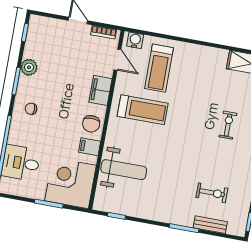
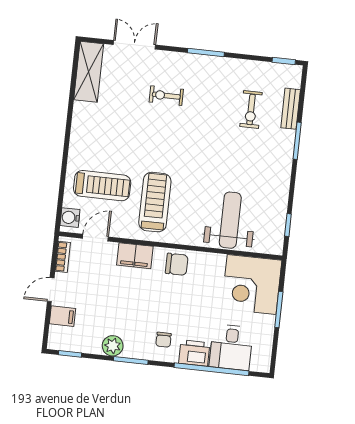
printer: (18, 133) -> (194, 353), added
filing cabinet: (90, 147) -> (62, 316), moved, turned -90
exercise bike: (212, 193) -> (251, 109), turned 180

